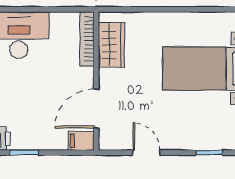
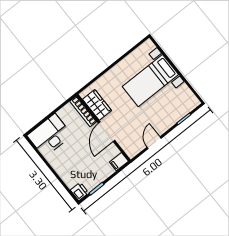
door: (96, 108) -> (107, 132), moved
door: (146, 153) -> (154, 143), hinge flipped

